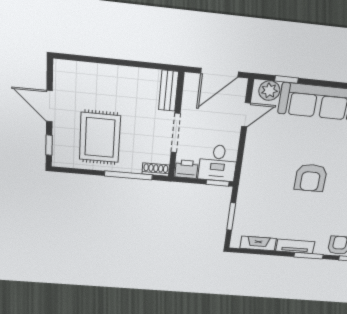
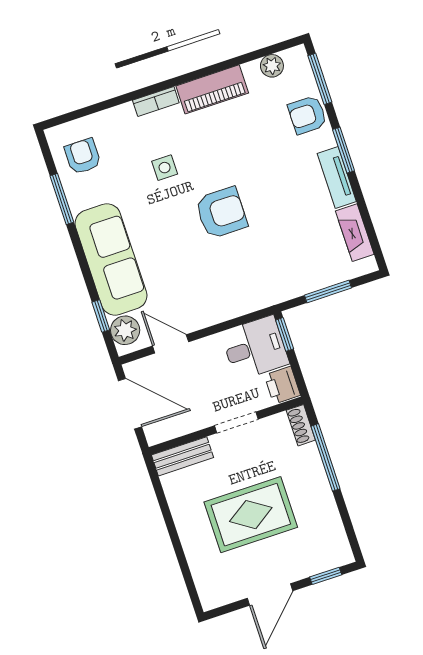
doorway: (176, 133) -> (236, 422), width x0.73
rug: (100, 138) -> (251, 515), moved

